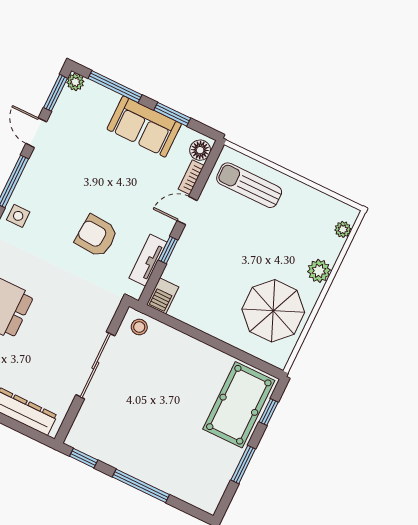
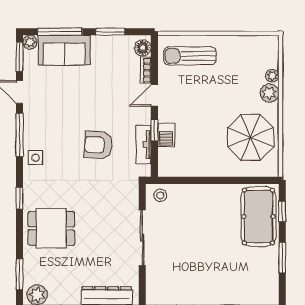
sofa: (144, 126) -> (64, 50), moved
plant: (343, 229) -> (272, 76), moved
barbecue: (163, 296) -> (166, 135), moved

